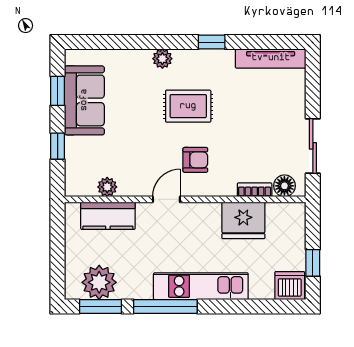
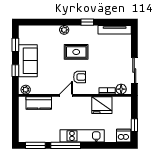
sofa: (84, 100) -> (28, 61), moved
plant: (107, 187) -> (26, 90), moved
plant: (99, 282) -> (35, 134), removed

